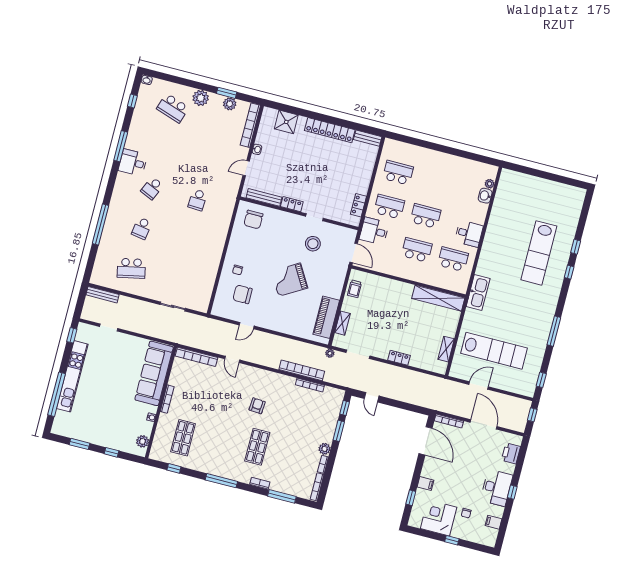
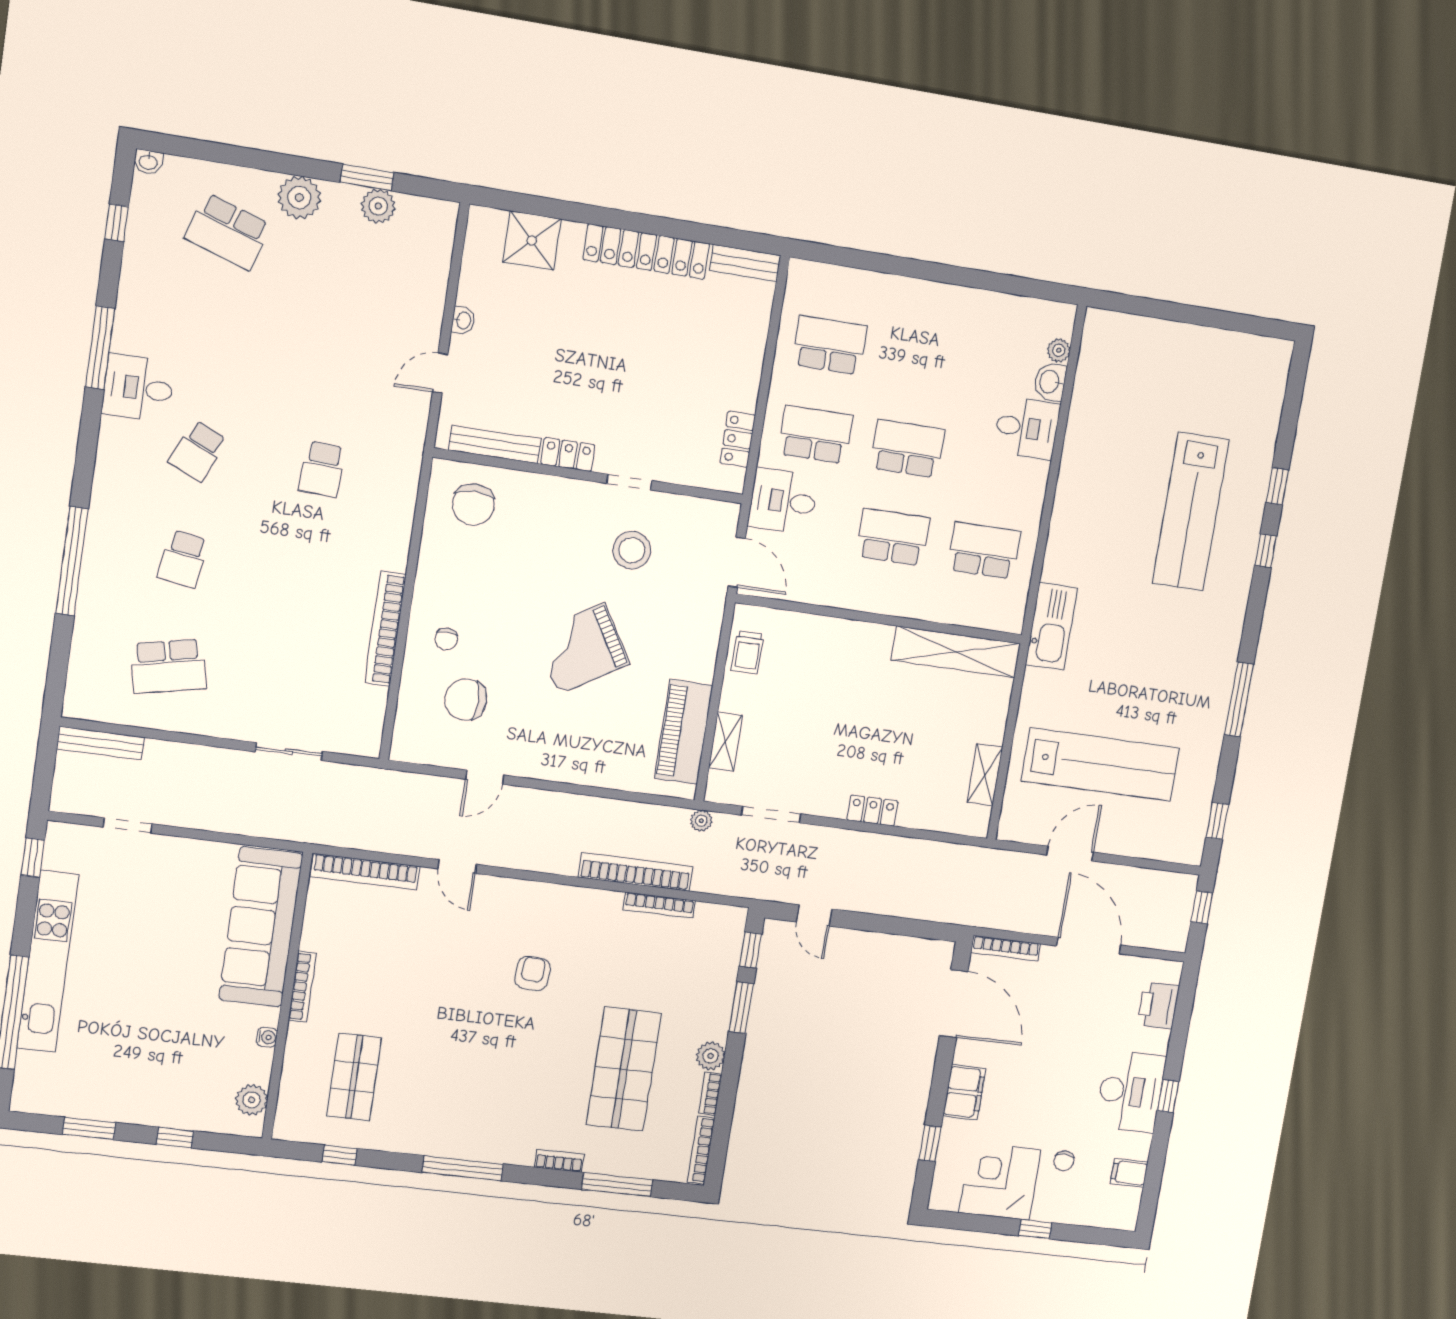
bookcase: (250, 125) -> (385, 629), moved
desk: (469, 234) -> (1027, 428), moved
shop shelf: (257, 447) -> (624, 1069), moved, width x1.43, depth x1.36
filing cabinet: (426, 484) -> (964, 1092), width x2.00

